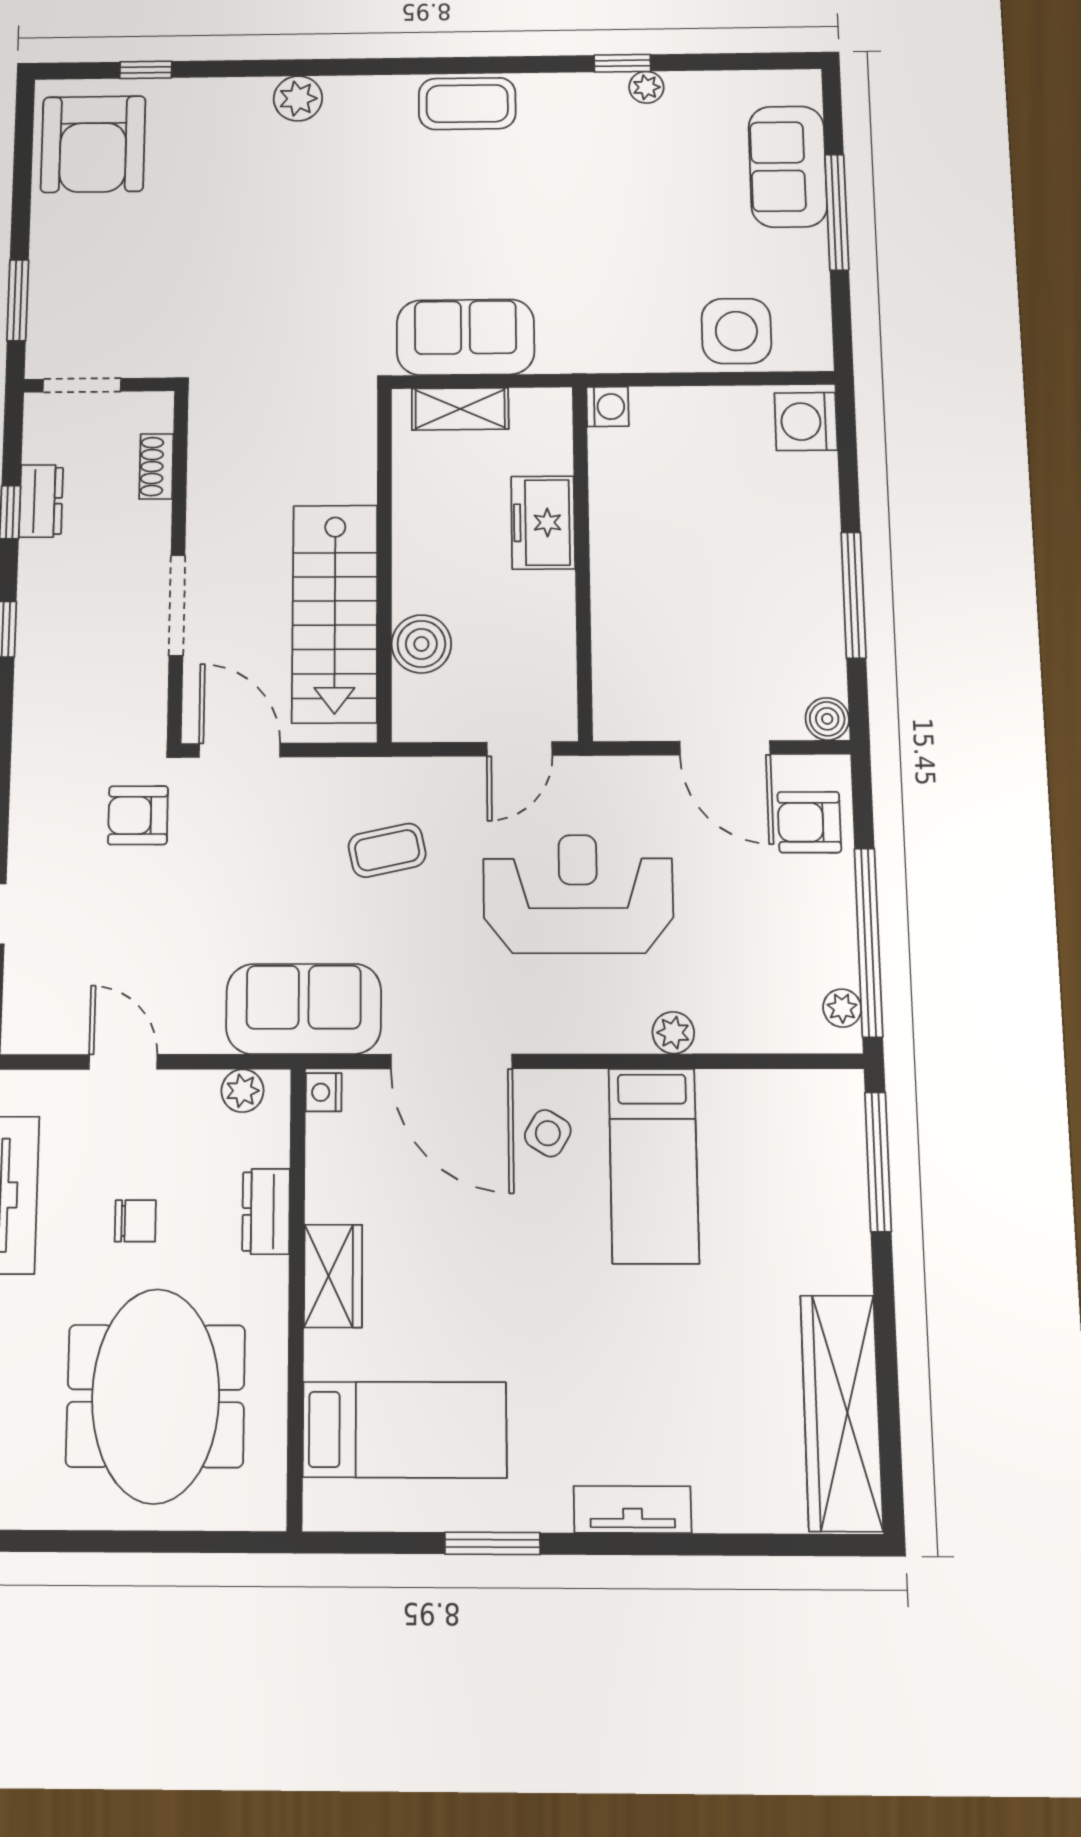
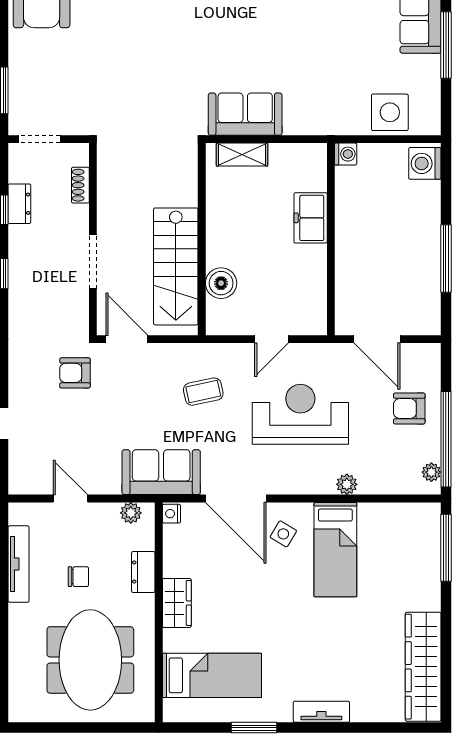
washing machine: (608, 407) -> (346, 154), moved
freezer: (543, 523) -> (311, 218), moved
wall: (582, 561) -> (331, 239), moved
boiler: (827, 719) -> (430, 324), removed
armchair: (809, 822) -> (409, 409), moved

